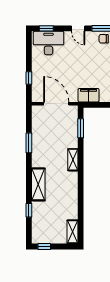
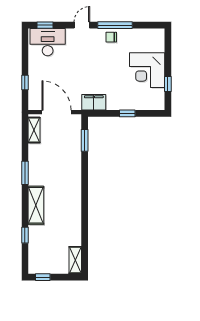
door: (78, 28) -> (82, 25), swing flipped
window: (29, 143) -> (25, 173), moved
shelving: (73, 160) -> (34, 130), moved

